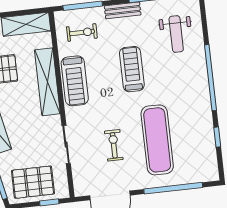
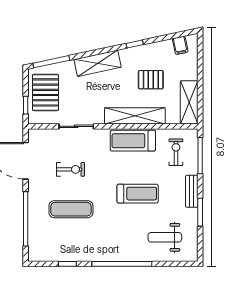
exercise bike: (82, 32) -> (176, 152), turned 180
exercise mat: (157, 140) -> (71, 209), width x0.73, depth x0.69

